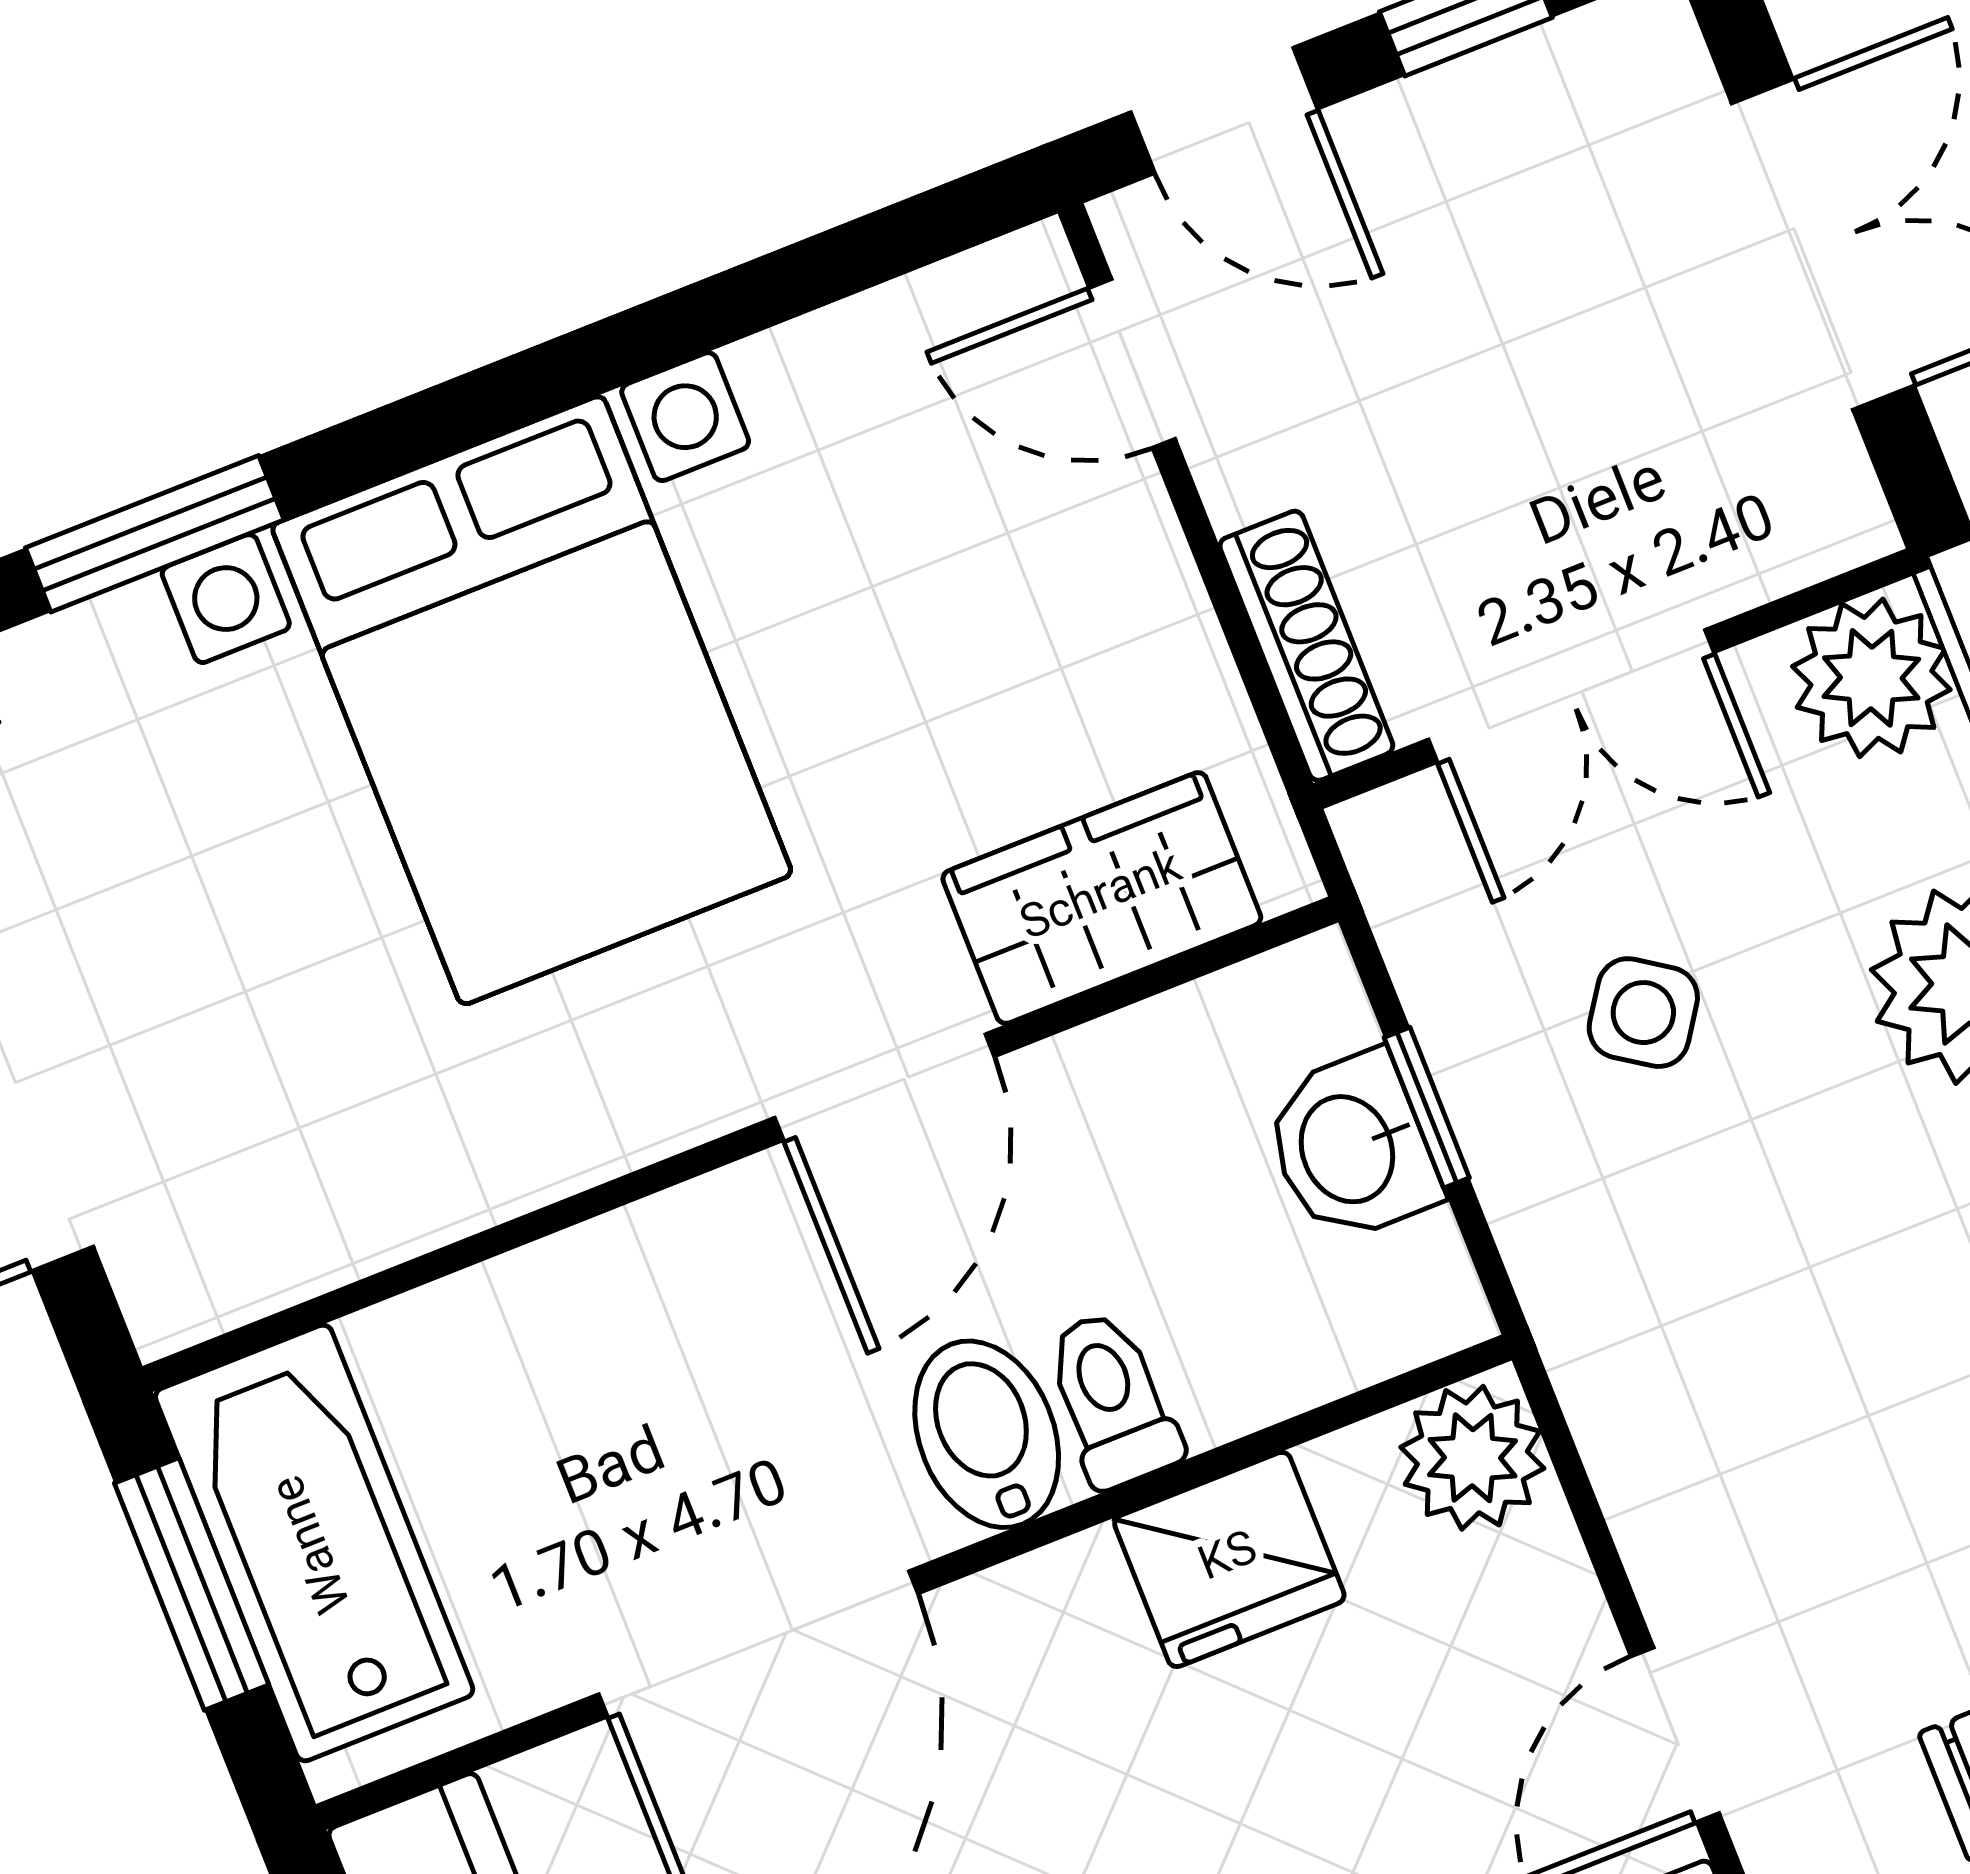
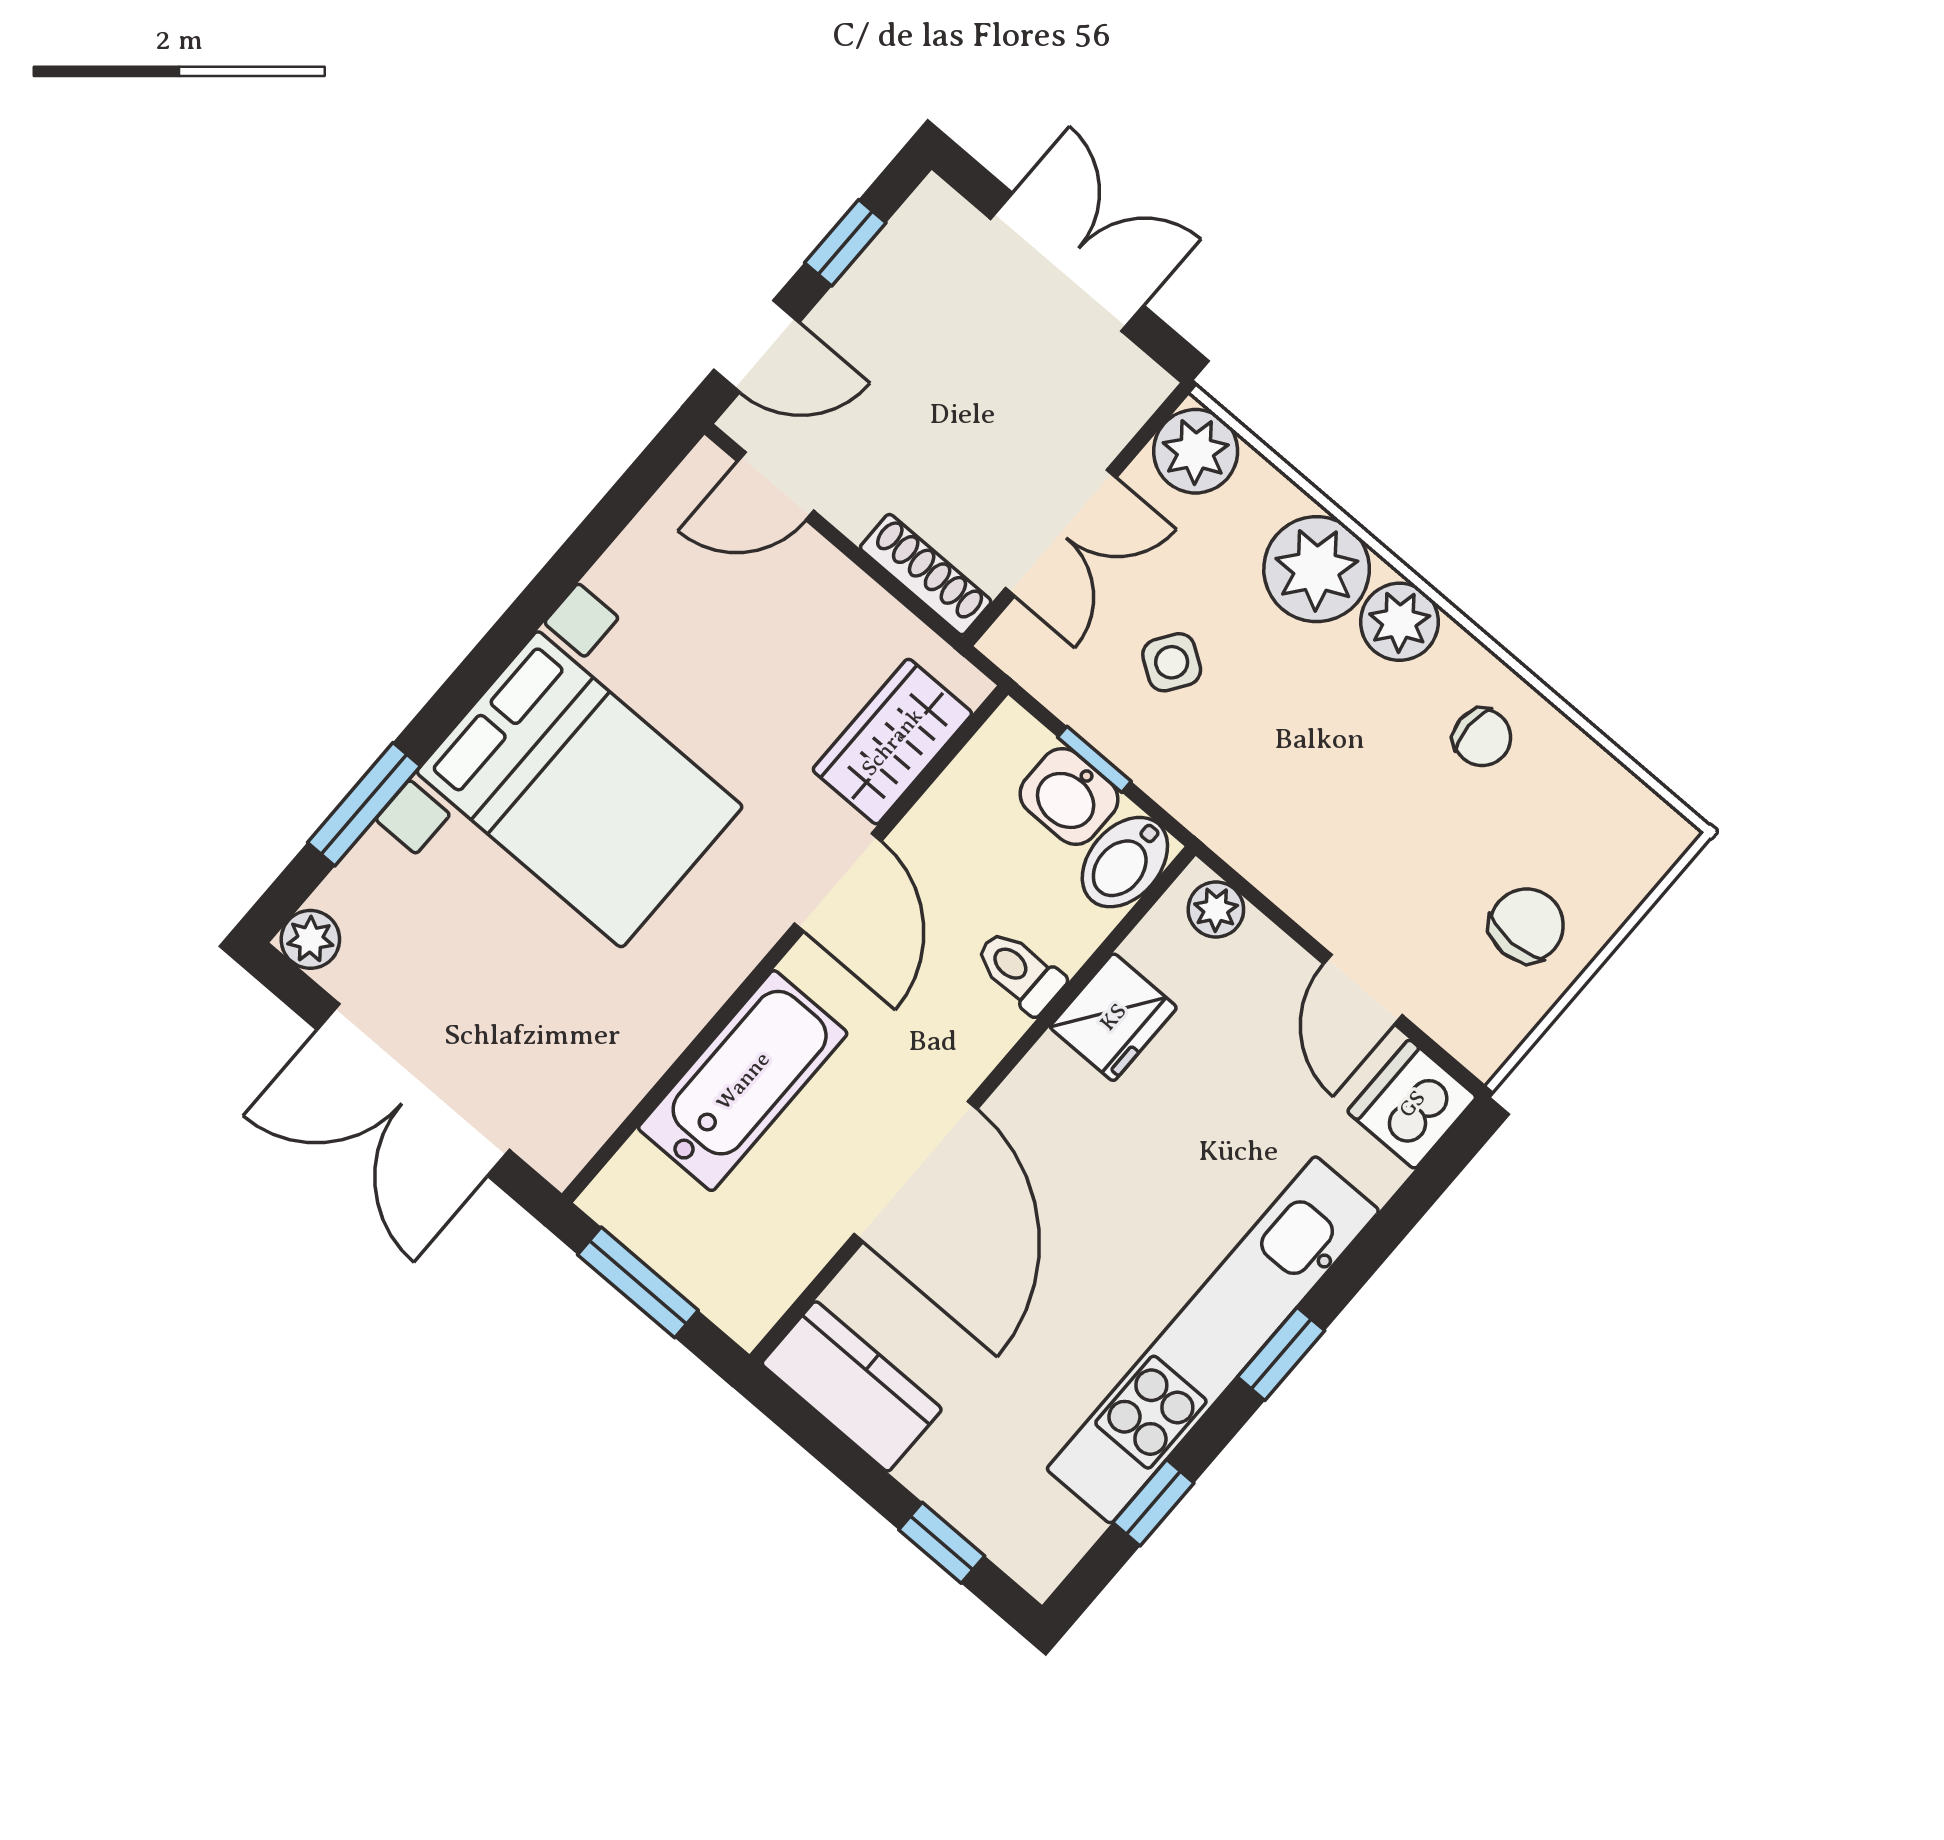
bidet: (987, 1434) -> (1125, 862), moved, turned -90
plant: (1472, 1458) -> (1216, 909), width x0.73, depth x0.73
bathtub: (314, 1543) -> (743, 1081), moved, turned 90

